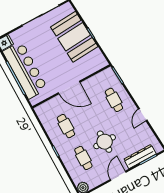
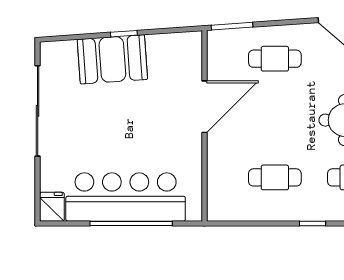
booth: (74, 37) -> (112, 59), width x0.73, depth x0.70
door: (69, 87) -> (204, 107), moved

